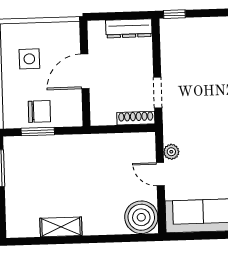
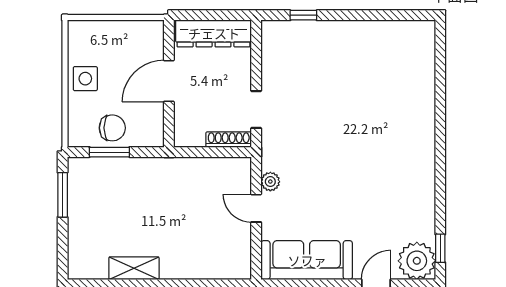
window: (174, 14) -> (303, 15), moved
dresser: (129, 28) -> (214, 33), width x1.37, depth x1.24
side table: (29, 59) -> (85, 79), moved
boiler: (141, 217) -> (232, 260), removed

